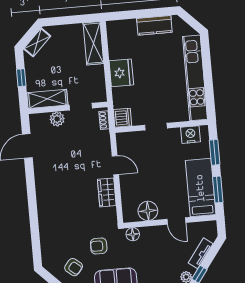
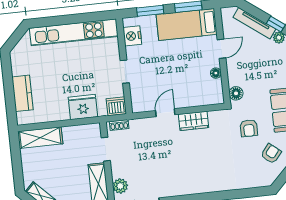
kitchen counter: (154, 25) -> (22, 93), moved
fridge: (121, 73) -> (83, 107), moved
plant: (57, 119) -> (120, 186), moved
floor lamp: (148, 211) -> (216, 73), width x0.53, depth x0.53
tv unit: (201, 253) -> (254, 23), width x1.41

